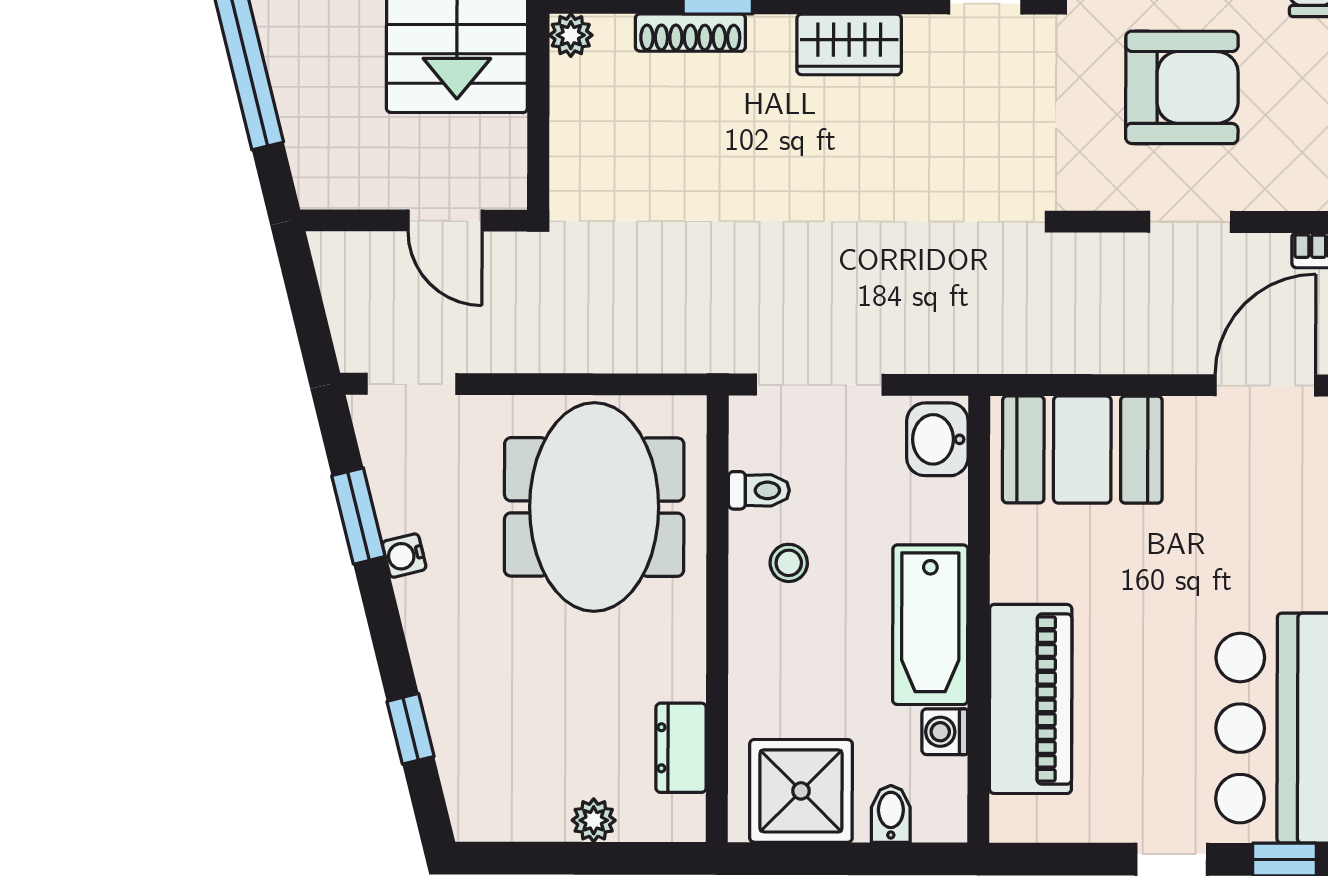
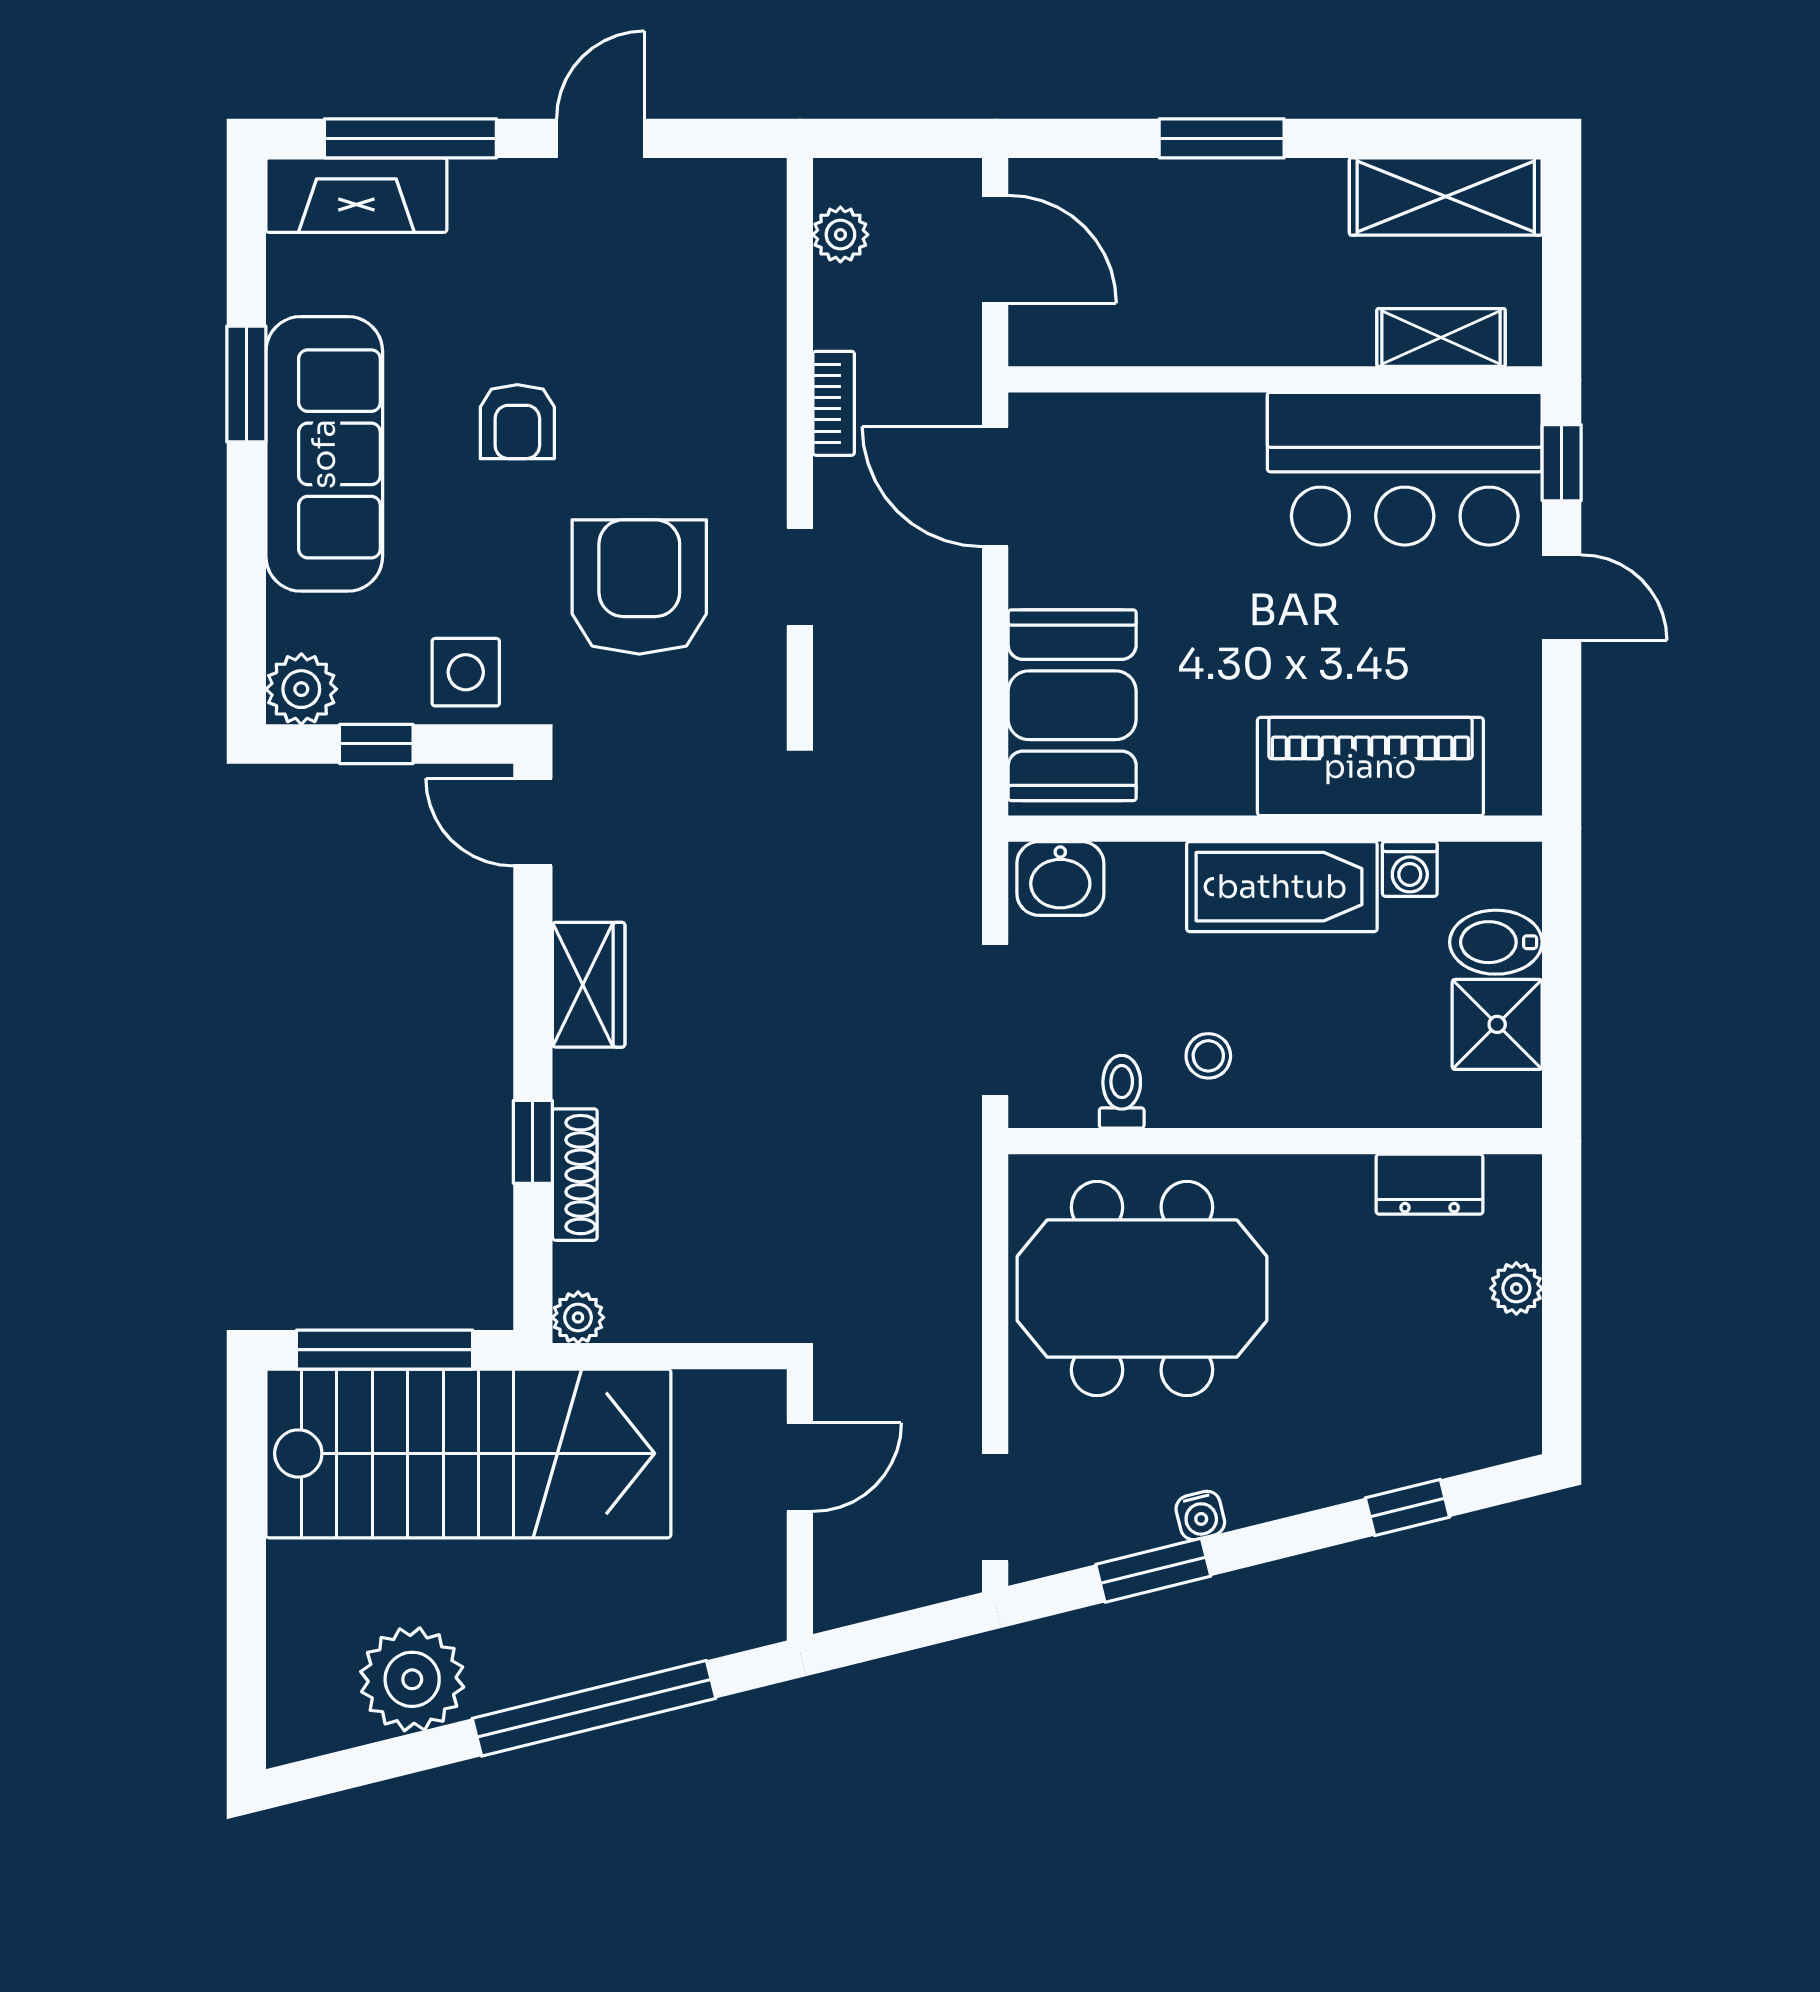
shower: (801, 791) -> (1497, 1024), width x0.73, depth x0.73
bidet: (891, 814) -> (1496, 942), width x1.38, depth x1.36

